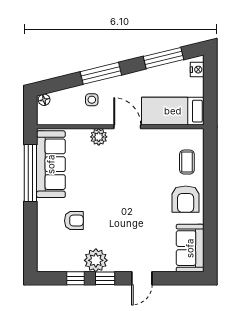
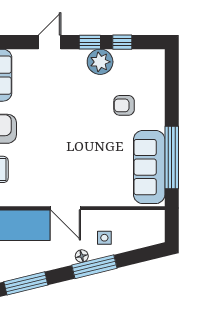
floor lamp: (44, 100) -> (82, 256), moved
plant: (99, 137) -> (97, 197), removed

